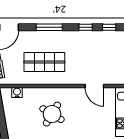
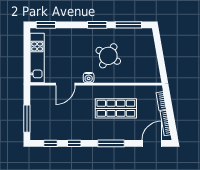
door: (94, 86) -> (65, 84), swing flipped
water cooler: (17, 92) -> (89, 78), moved

